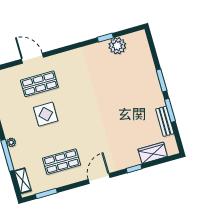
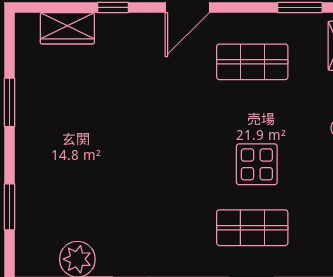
window: (162, 80) -> (9, 207), moved
bench: (165, 121) -> (26, 84), removed

